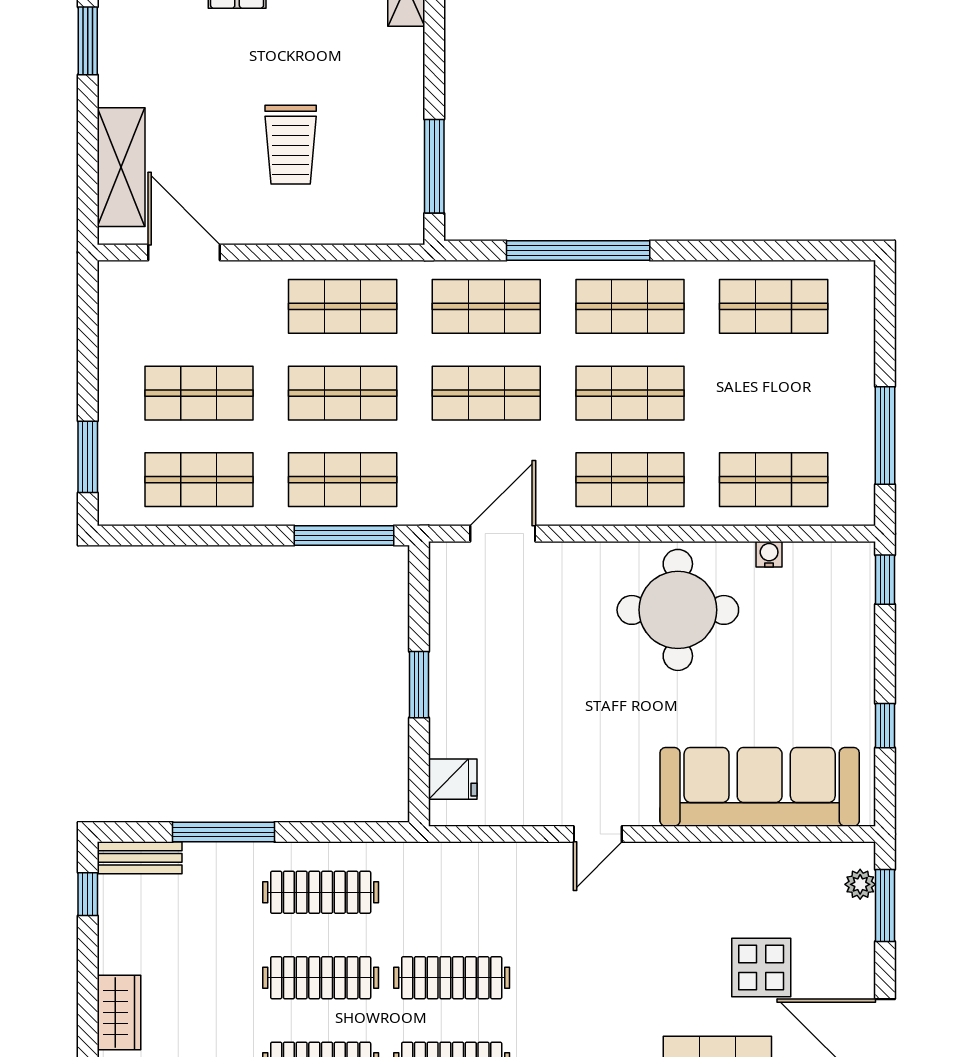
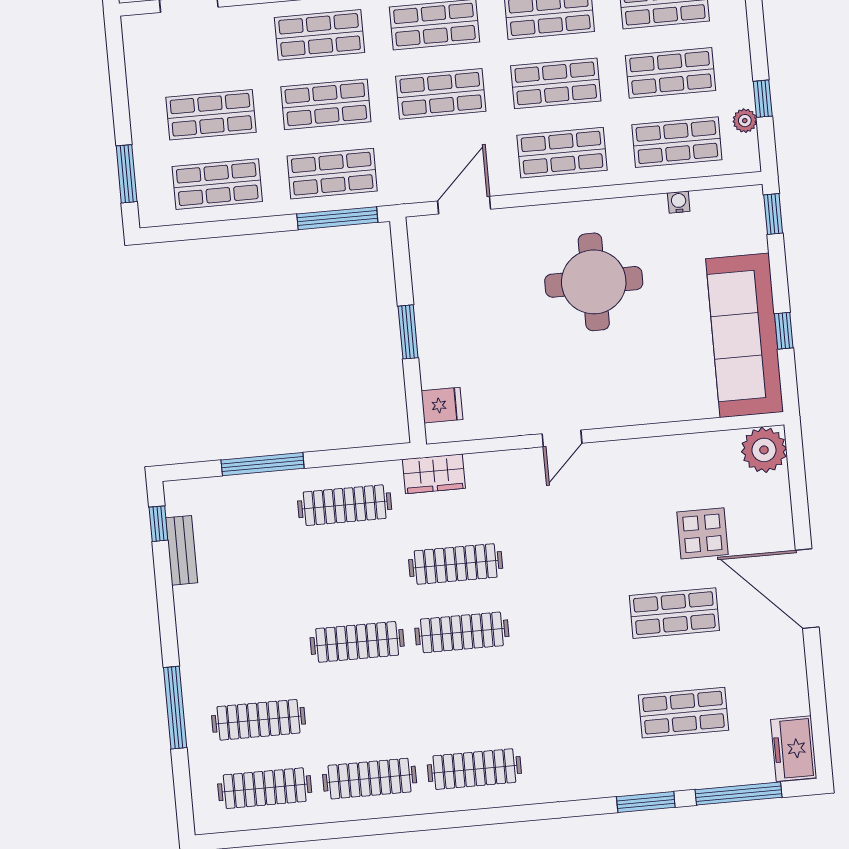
shop shelf: (774, 393) -> (671, 73), added
window: (885, 435) -> (763, 99), width x0.46
plant: (860, 461) -> (745, 121), added
round table: (678, 610) -> (594, 282), moved
sofa: (760, 787) -> (745, 335), moved, turned -90
bench: (140, 858) -> (182, 550), moved, turned 90
plant: (860, 884) -> (764, 450), width x1.87, depth x1.87
window: (885, 905) -> (797, 475), removed
clothes rail: (321, 978) -> (351, 574), removed
wardrobe: (119, 1012) -> (434, 474), moved, turned 90

